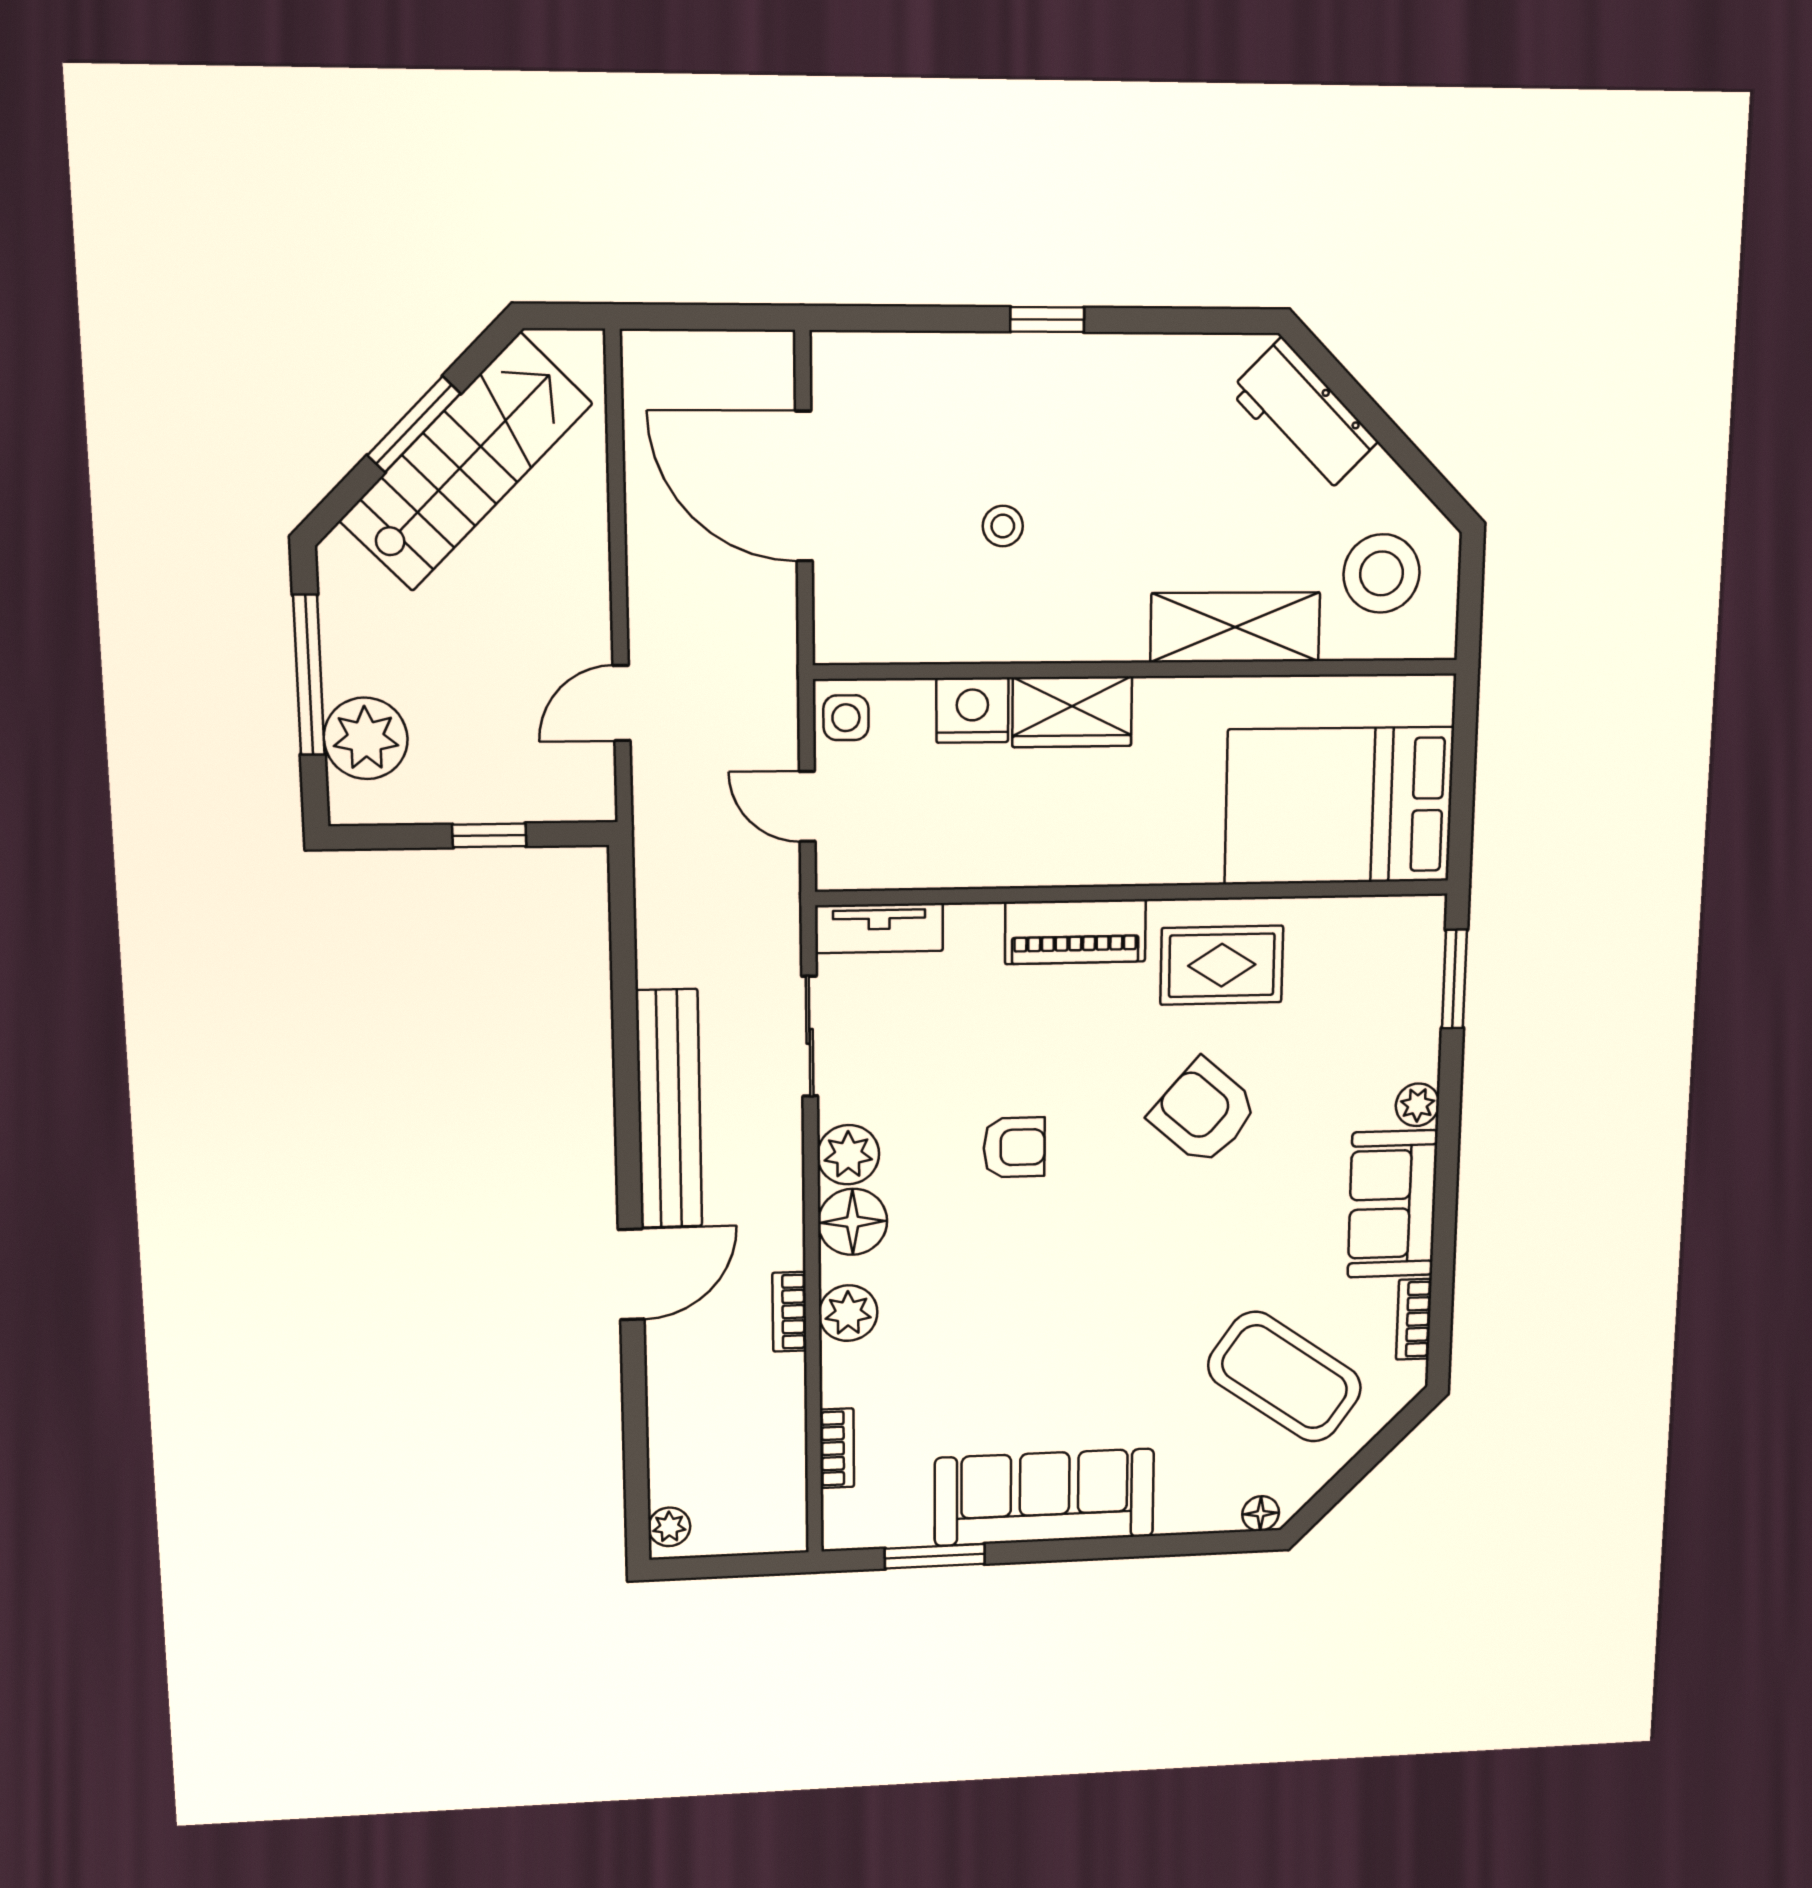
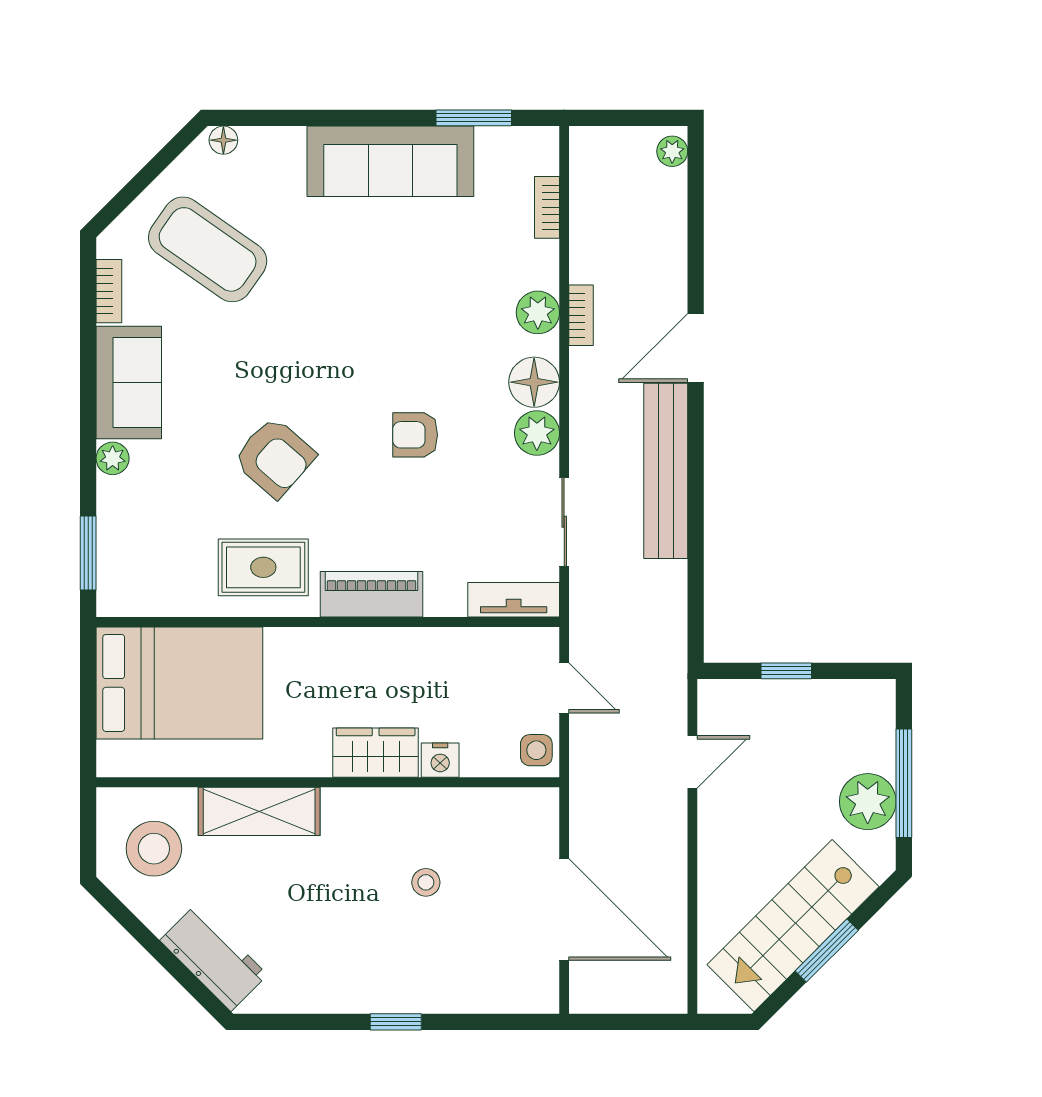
nightstand: (972, 710) -> (440, 760), width x0.74, depth x0.75
plant: (366, 738) -> (868, 802), moved

